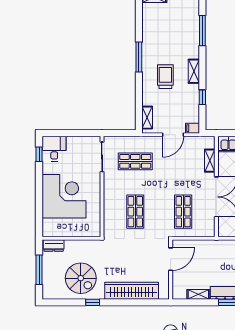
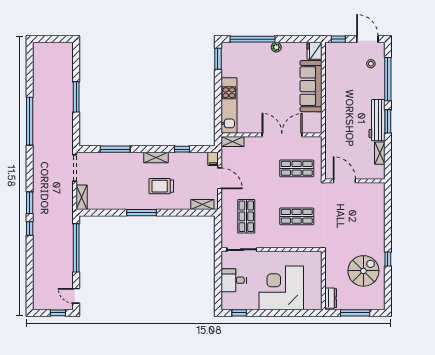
desk: (54, 149) -> (234, 280), moved
shelving: (210, 161) -> (232, 142), moved
wardrobe: (132, 291) -> (376, 220), removed

